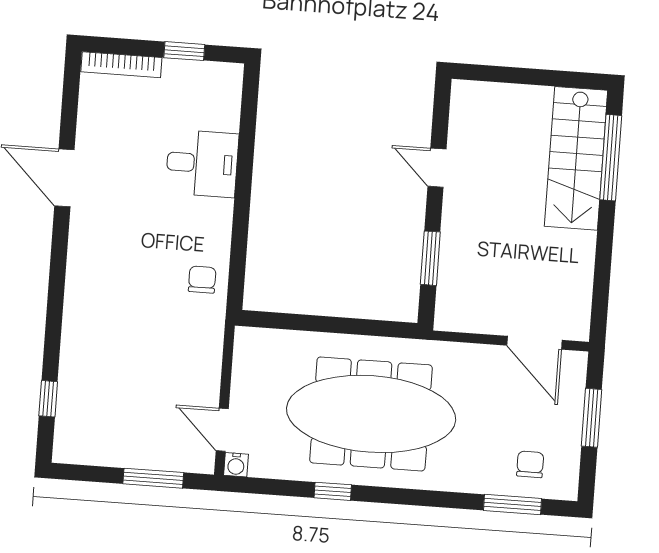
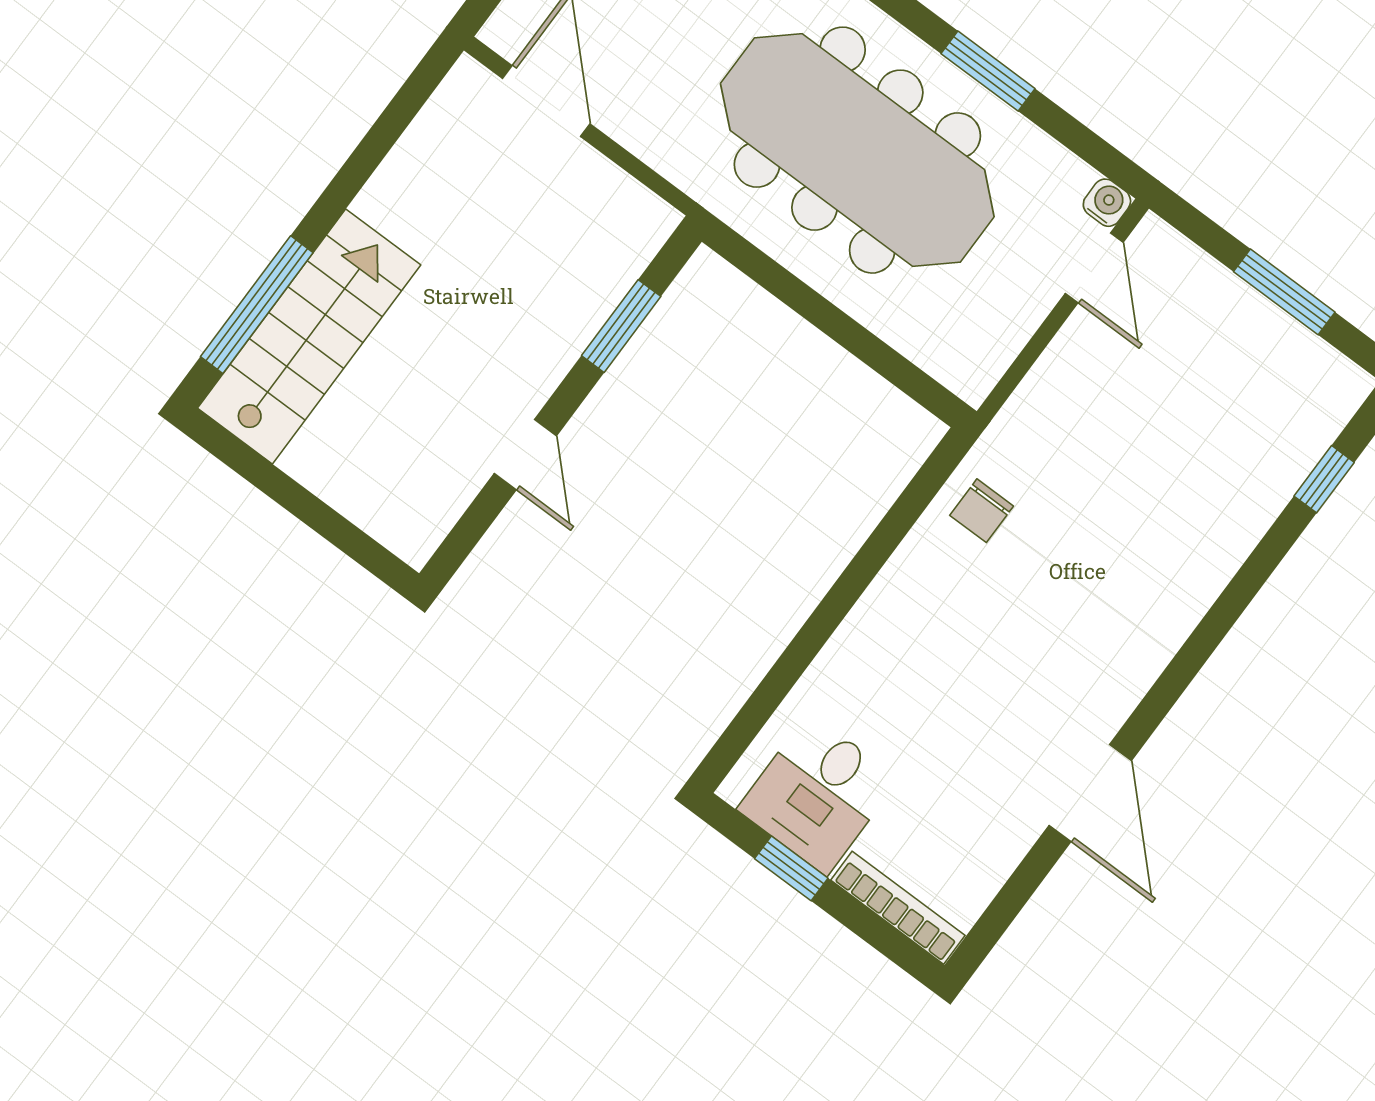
desk: (202, 163) -> (818, 794), moved, turned -90
window: (153, 478) -> (1284, 292), moved
window: (333, 491) -> (988, 71), width x1.50

